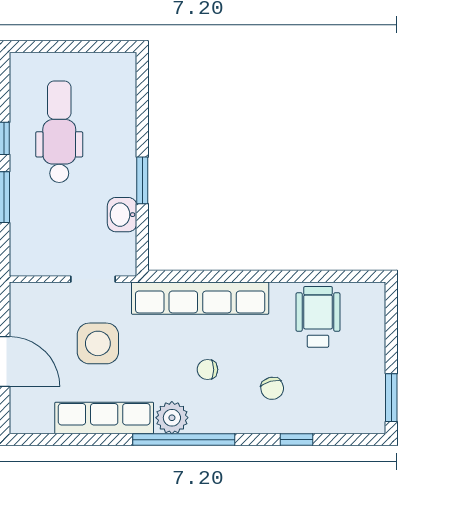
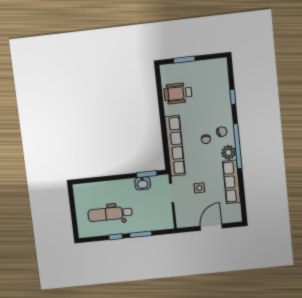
window: (142, 180) -> (147, 174), moved
side table: (98, 343) -> (199, 188), width x0.54, depth x0.54
chair: (272, 388) -> (222, 132), moved
window: (391, 398) -> (184, 60), moved

